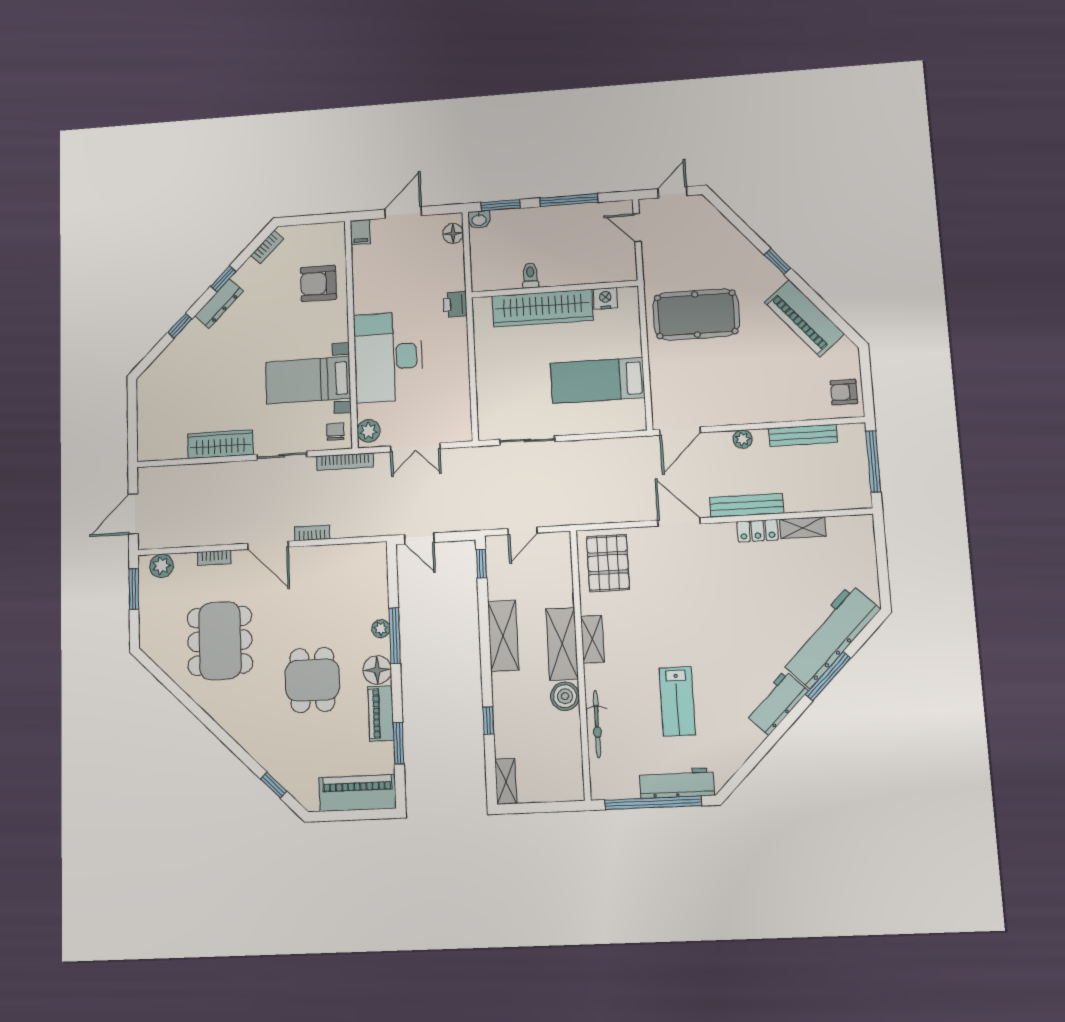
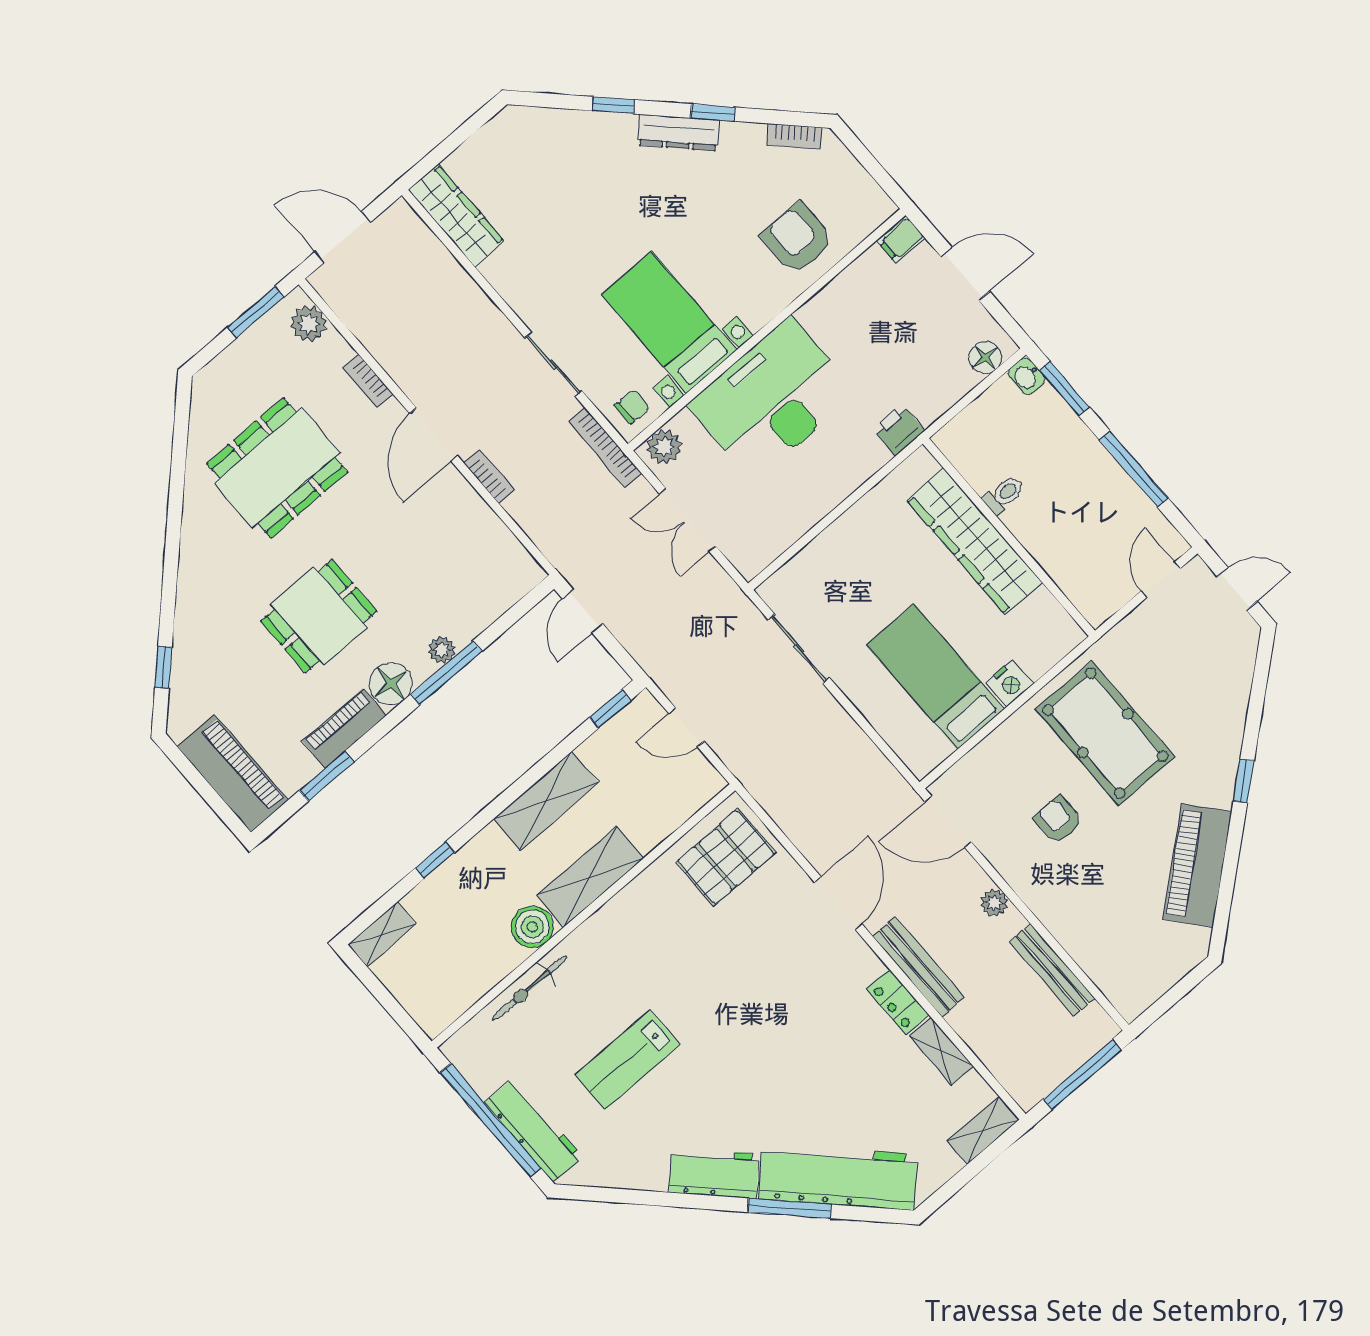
nightstand: (605, 298) -> (1010, 683), moved, turned 90
armchair: (844, 392) -> (1058, 820), moved
wardrobe: (220, 444) -> (456, 215), moved
shelving: (592, 639) -> (983, 1130), moved

